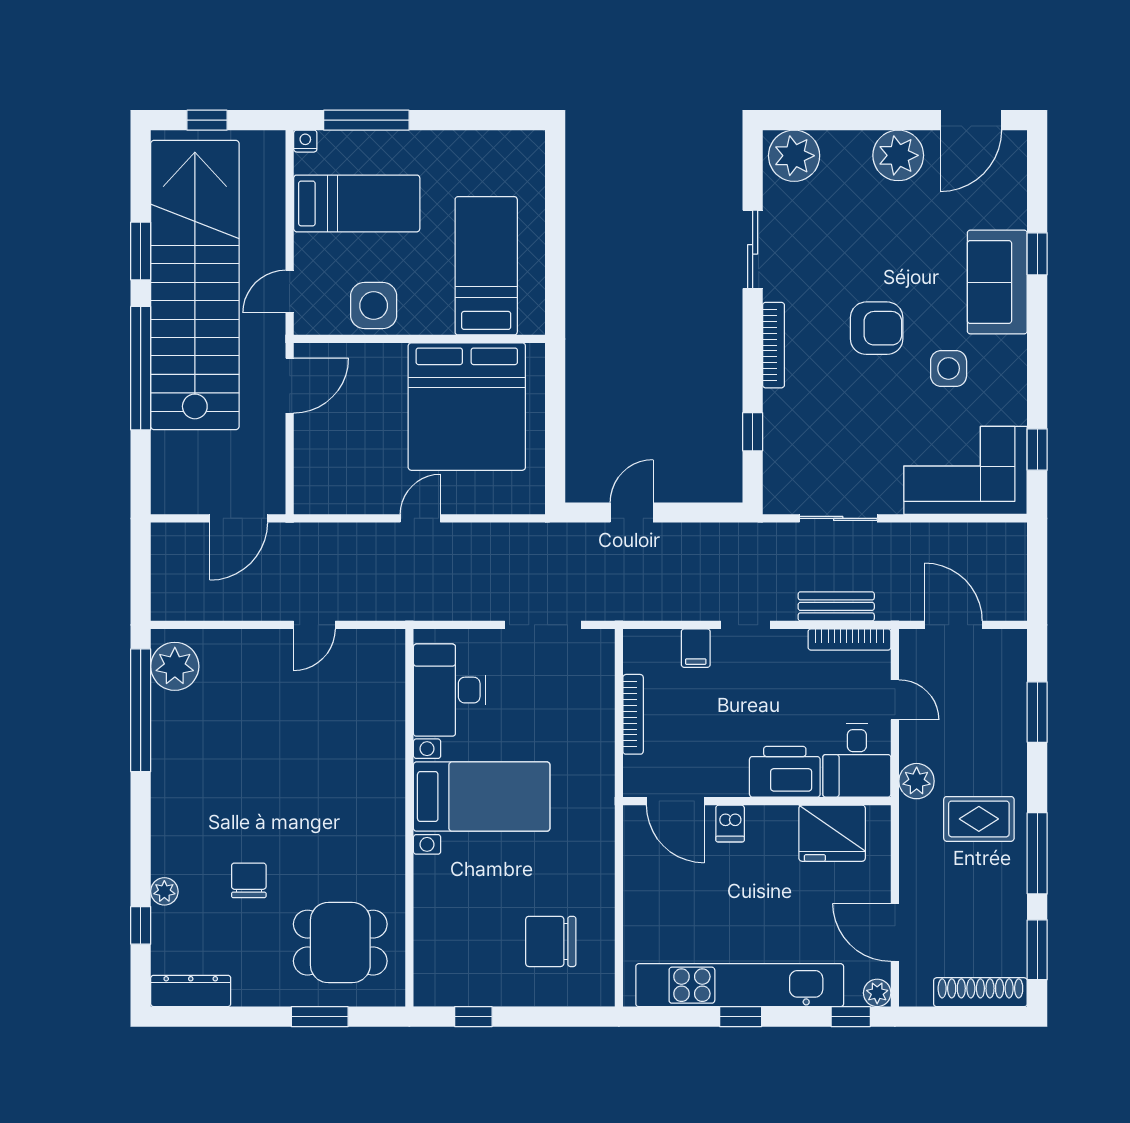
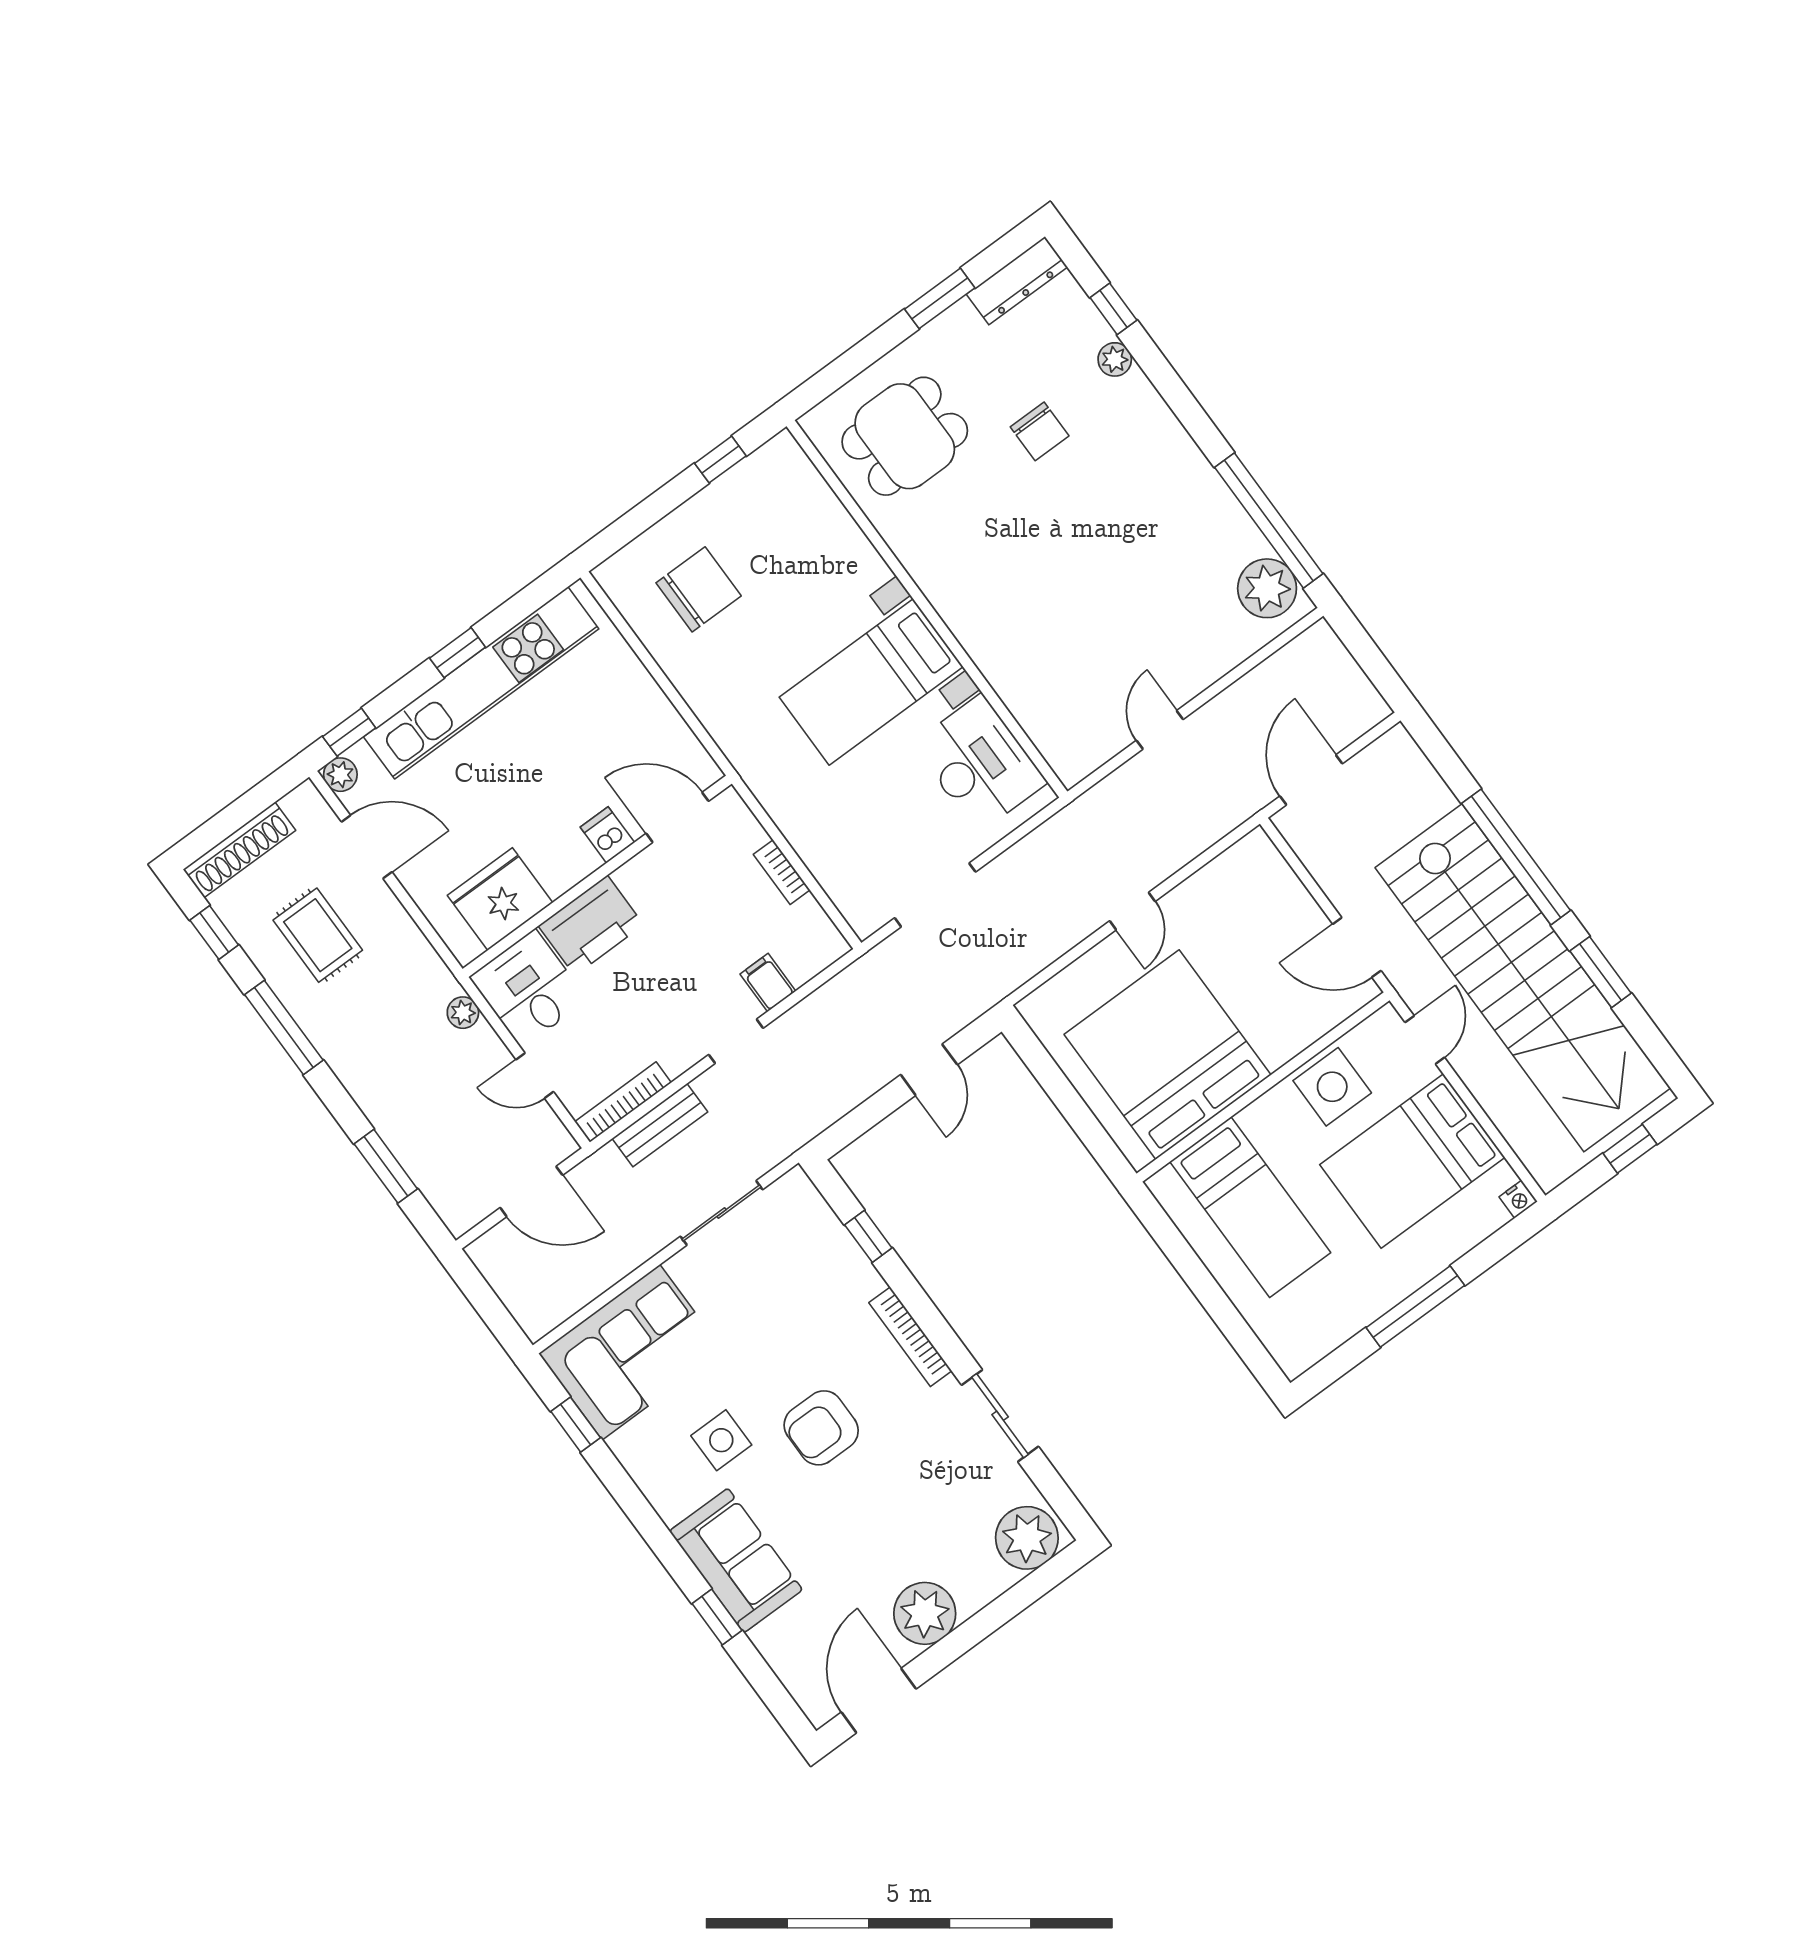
window: (366, 120) -> (1415, 1306), moved
bed: (357, 203) -> (1412, 1161), width x1.50
door: (290, 386) -> (1357, 947), hinge flipped
bookcase: (633, 714) -> (782, 872), width x0.64
plant: (917, 781) -> (463, 1013), width x0.73, depth x0.73
rug: (979, 819) -> (318, 935), moved, turned 90
window: (1037, 950) -> (214, 933), width x0.67
window: (320, 1017) -> (940, 298), moved

